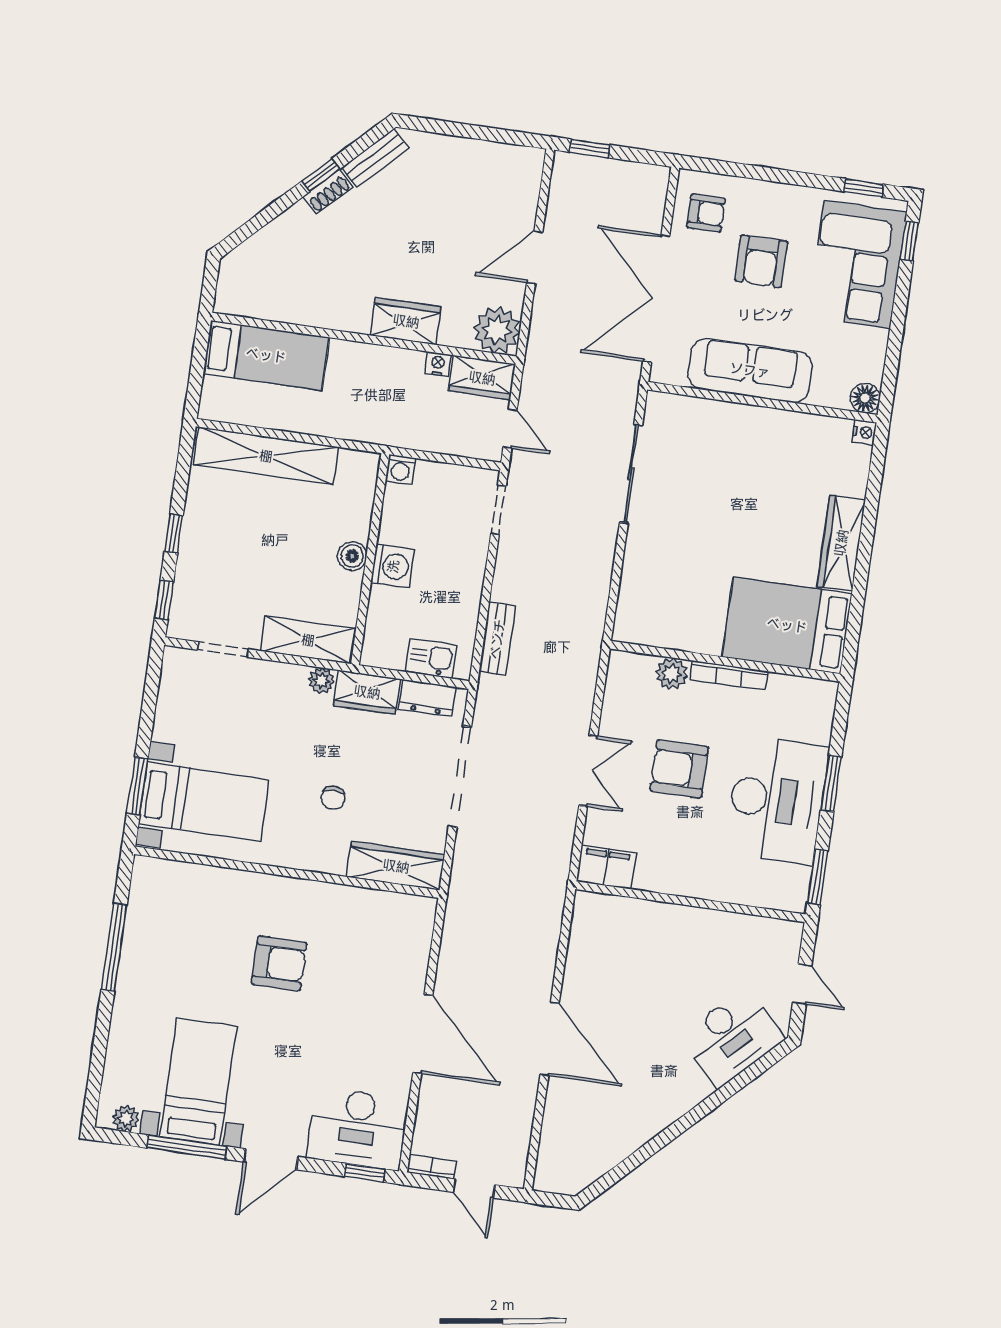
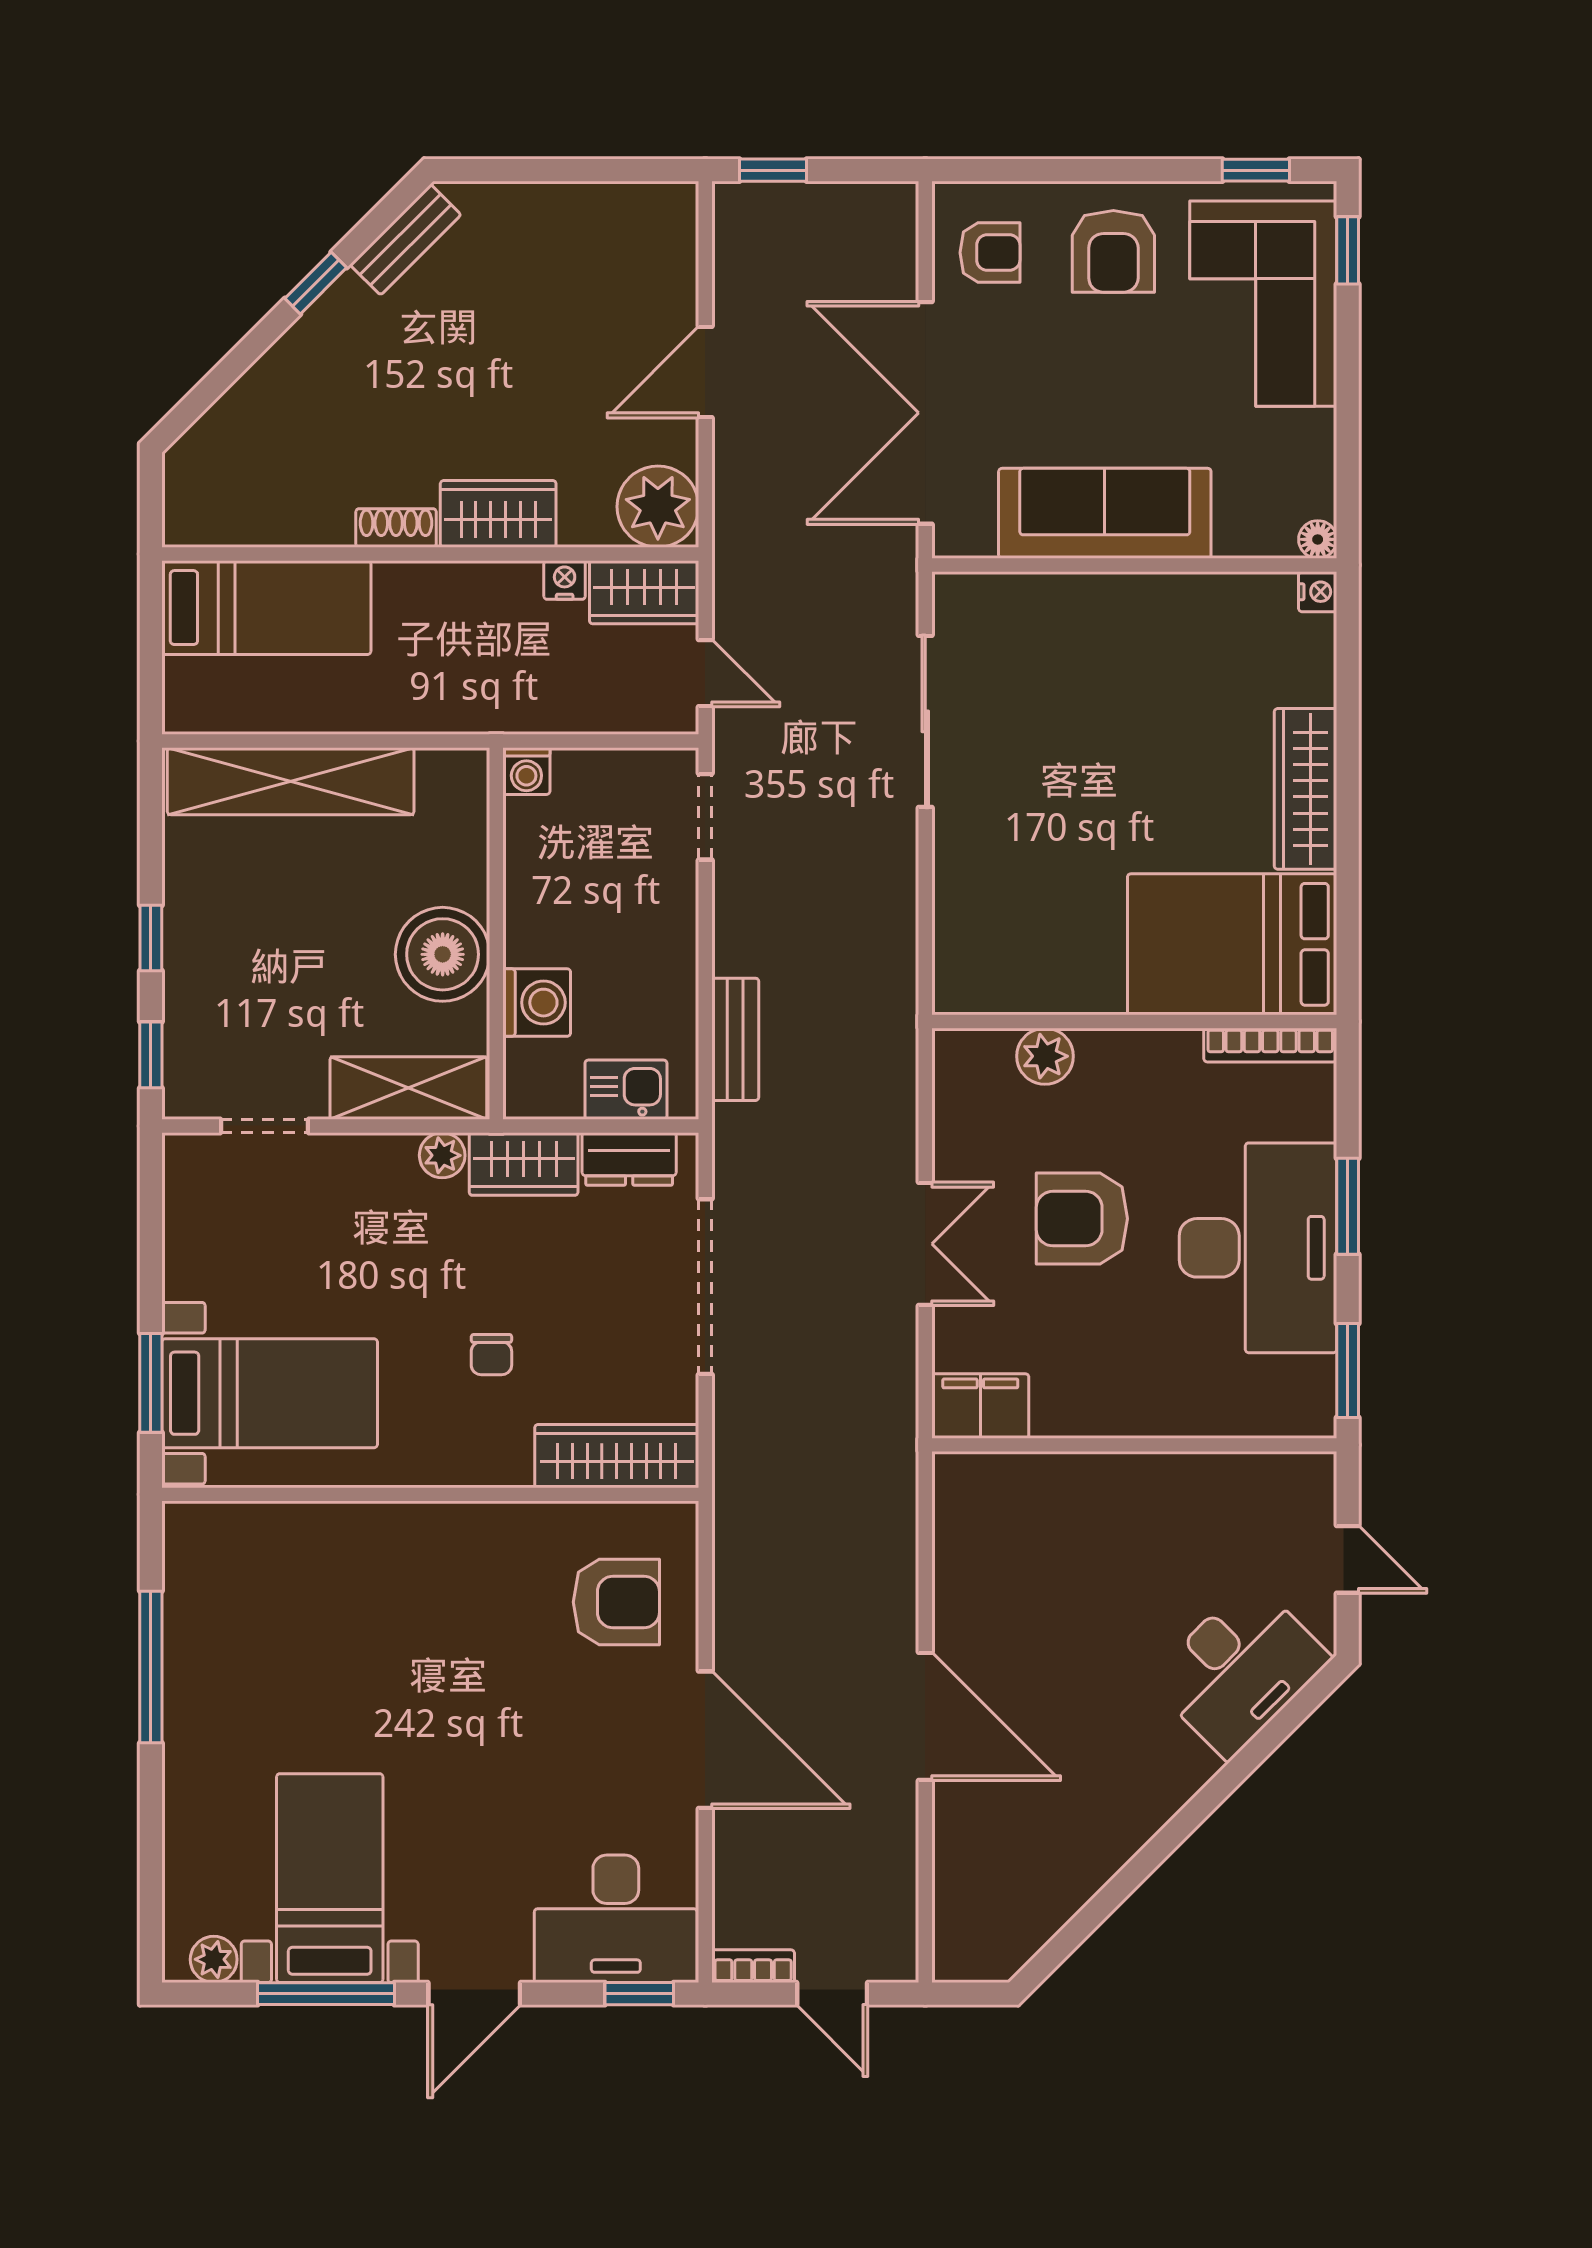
shoe rack: (328, 192) -> (396, 528), moved, turned -135
armchair: (761, 261) -> (1113, 251), moved
floor lamp: (865, 398) -> (1318, 539), width x0.73, depth x0.73
boiler: (352, 556) -> (443, 954), width x1.86, depth x1.86
washing machine: (393, 566) -> (537, 1003), moved
bookcase: (729, 675) -> (1270, 1045), moved
armchair: (279, 963) -> (616, 1602), moved

